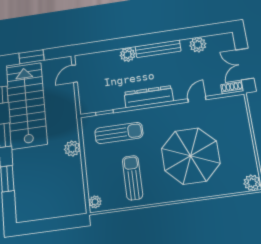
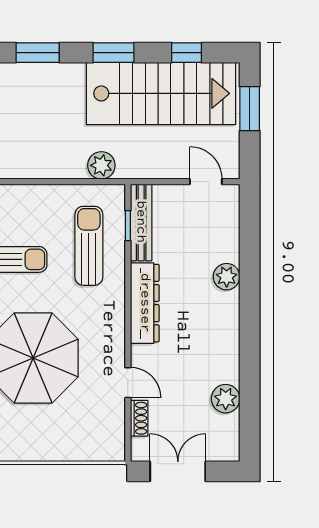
bench: (158, 49) -> (141, 222), moved
shoe rack: (232, 88) -> (139, 418), moved
sun lounger: (119, 133) -> (89, 246), turned 180
plant: (72, 148) -> (101, 165), moved

